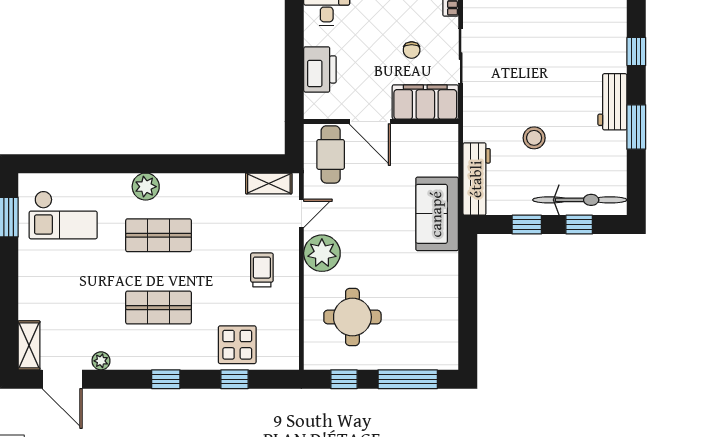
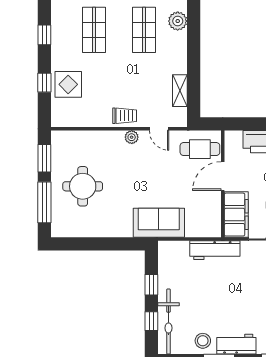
stool: (534, 138) -> (203, 341), moved
workbench: (477, 179) -> (215, 250), moved
shelving: (269, 183) -> (180, 91), moved
plant: (322, 253) -> (132, 137), width x0.53, depth x0.53
trolley: (262, 270) -> (125, 116), moved
round table: (352, 317) -> (83, 186), moved
window: (344, 379) -> (44, 158), width x1.50

